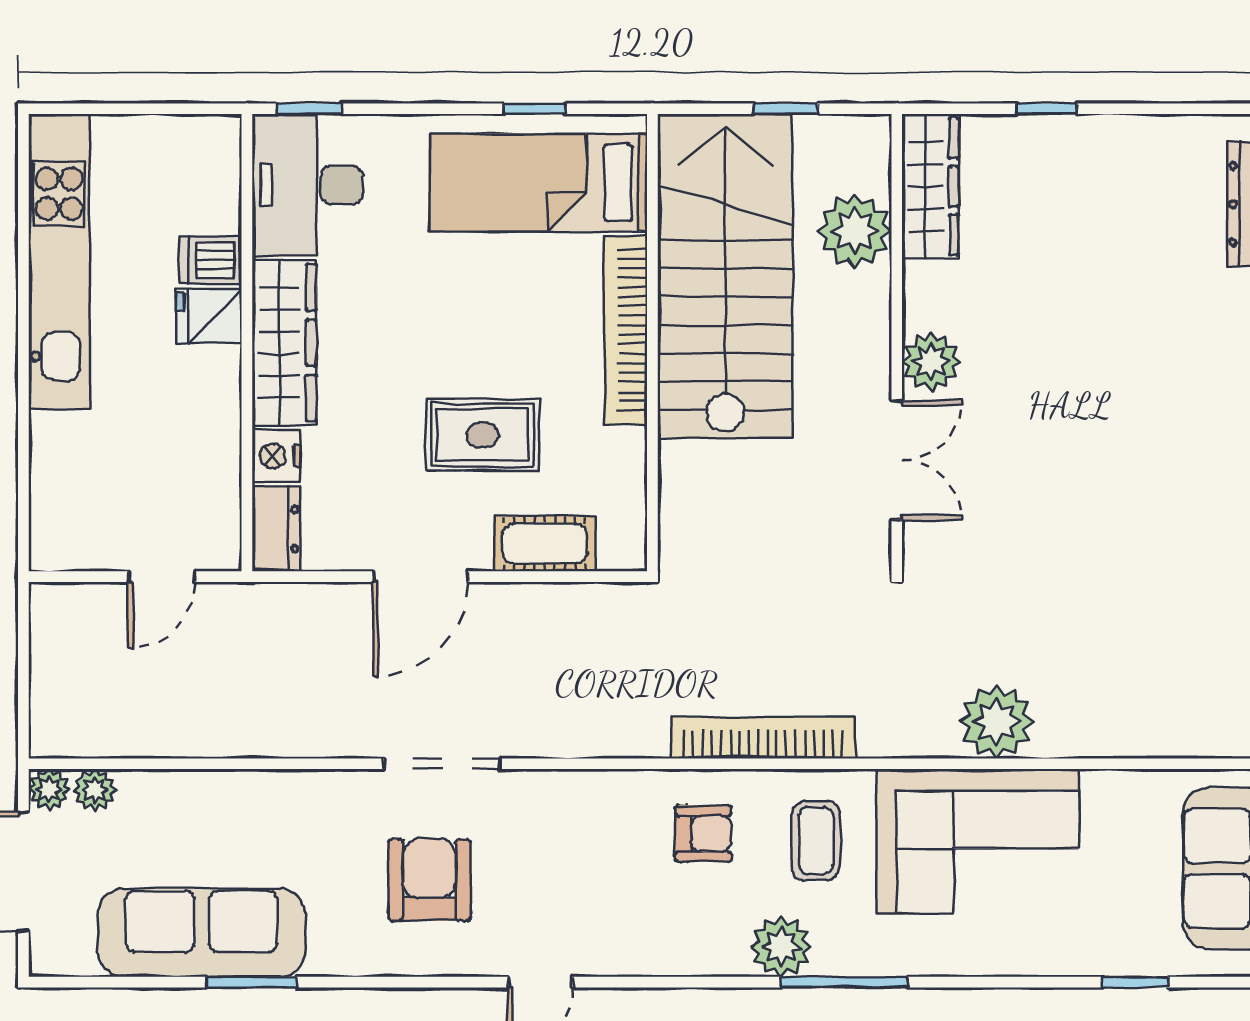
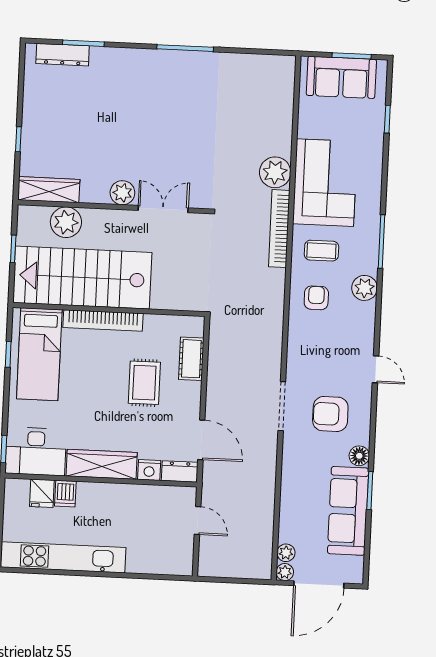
fridge: (209, 316) -> (42, 493), moved
door: (421, 577) -> (201, 440), moved
bookcase: (763, 738) -> (279, 229), moved
plant: (781, 947) -> (365, 288), moved
floor lamp: (333, 953) -> (359, 456), added

